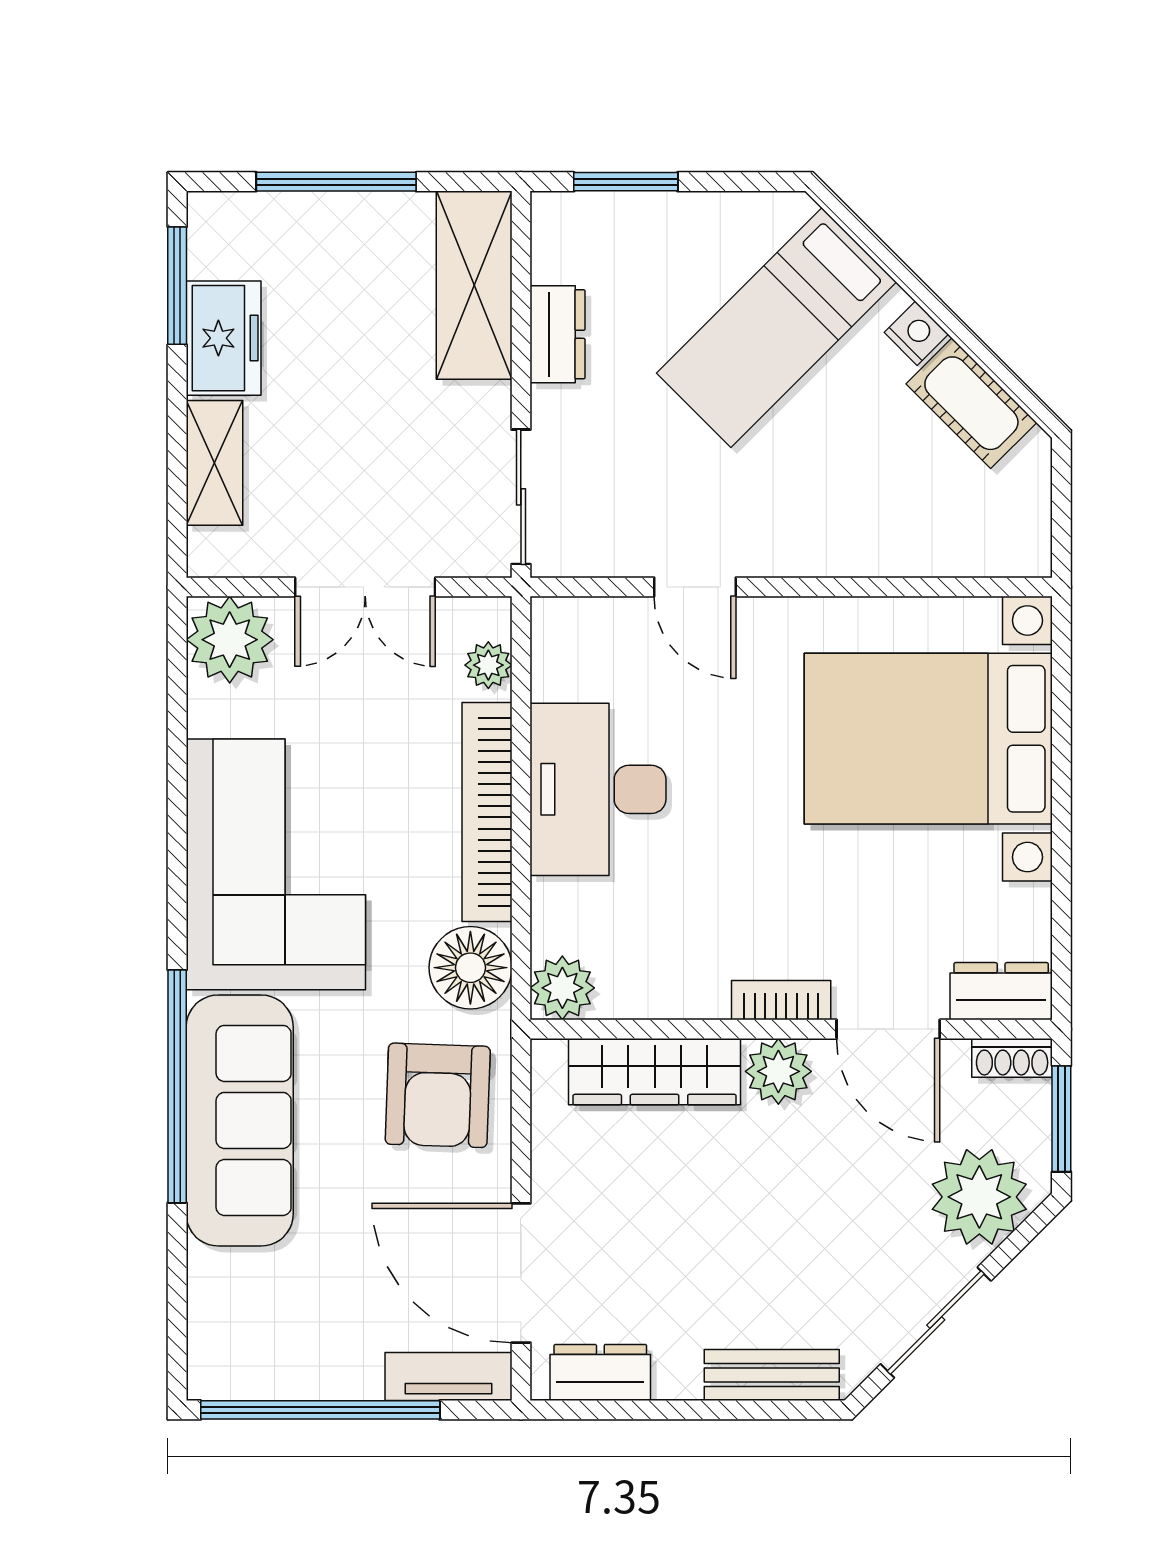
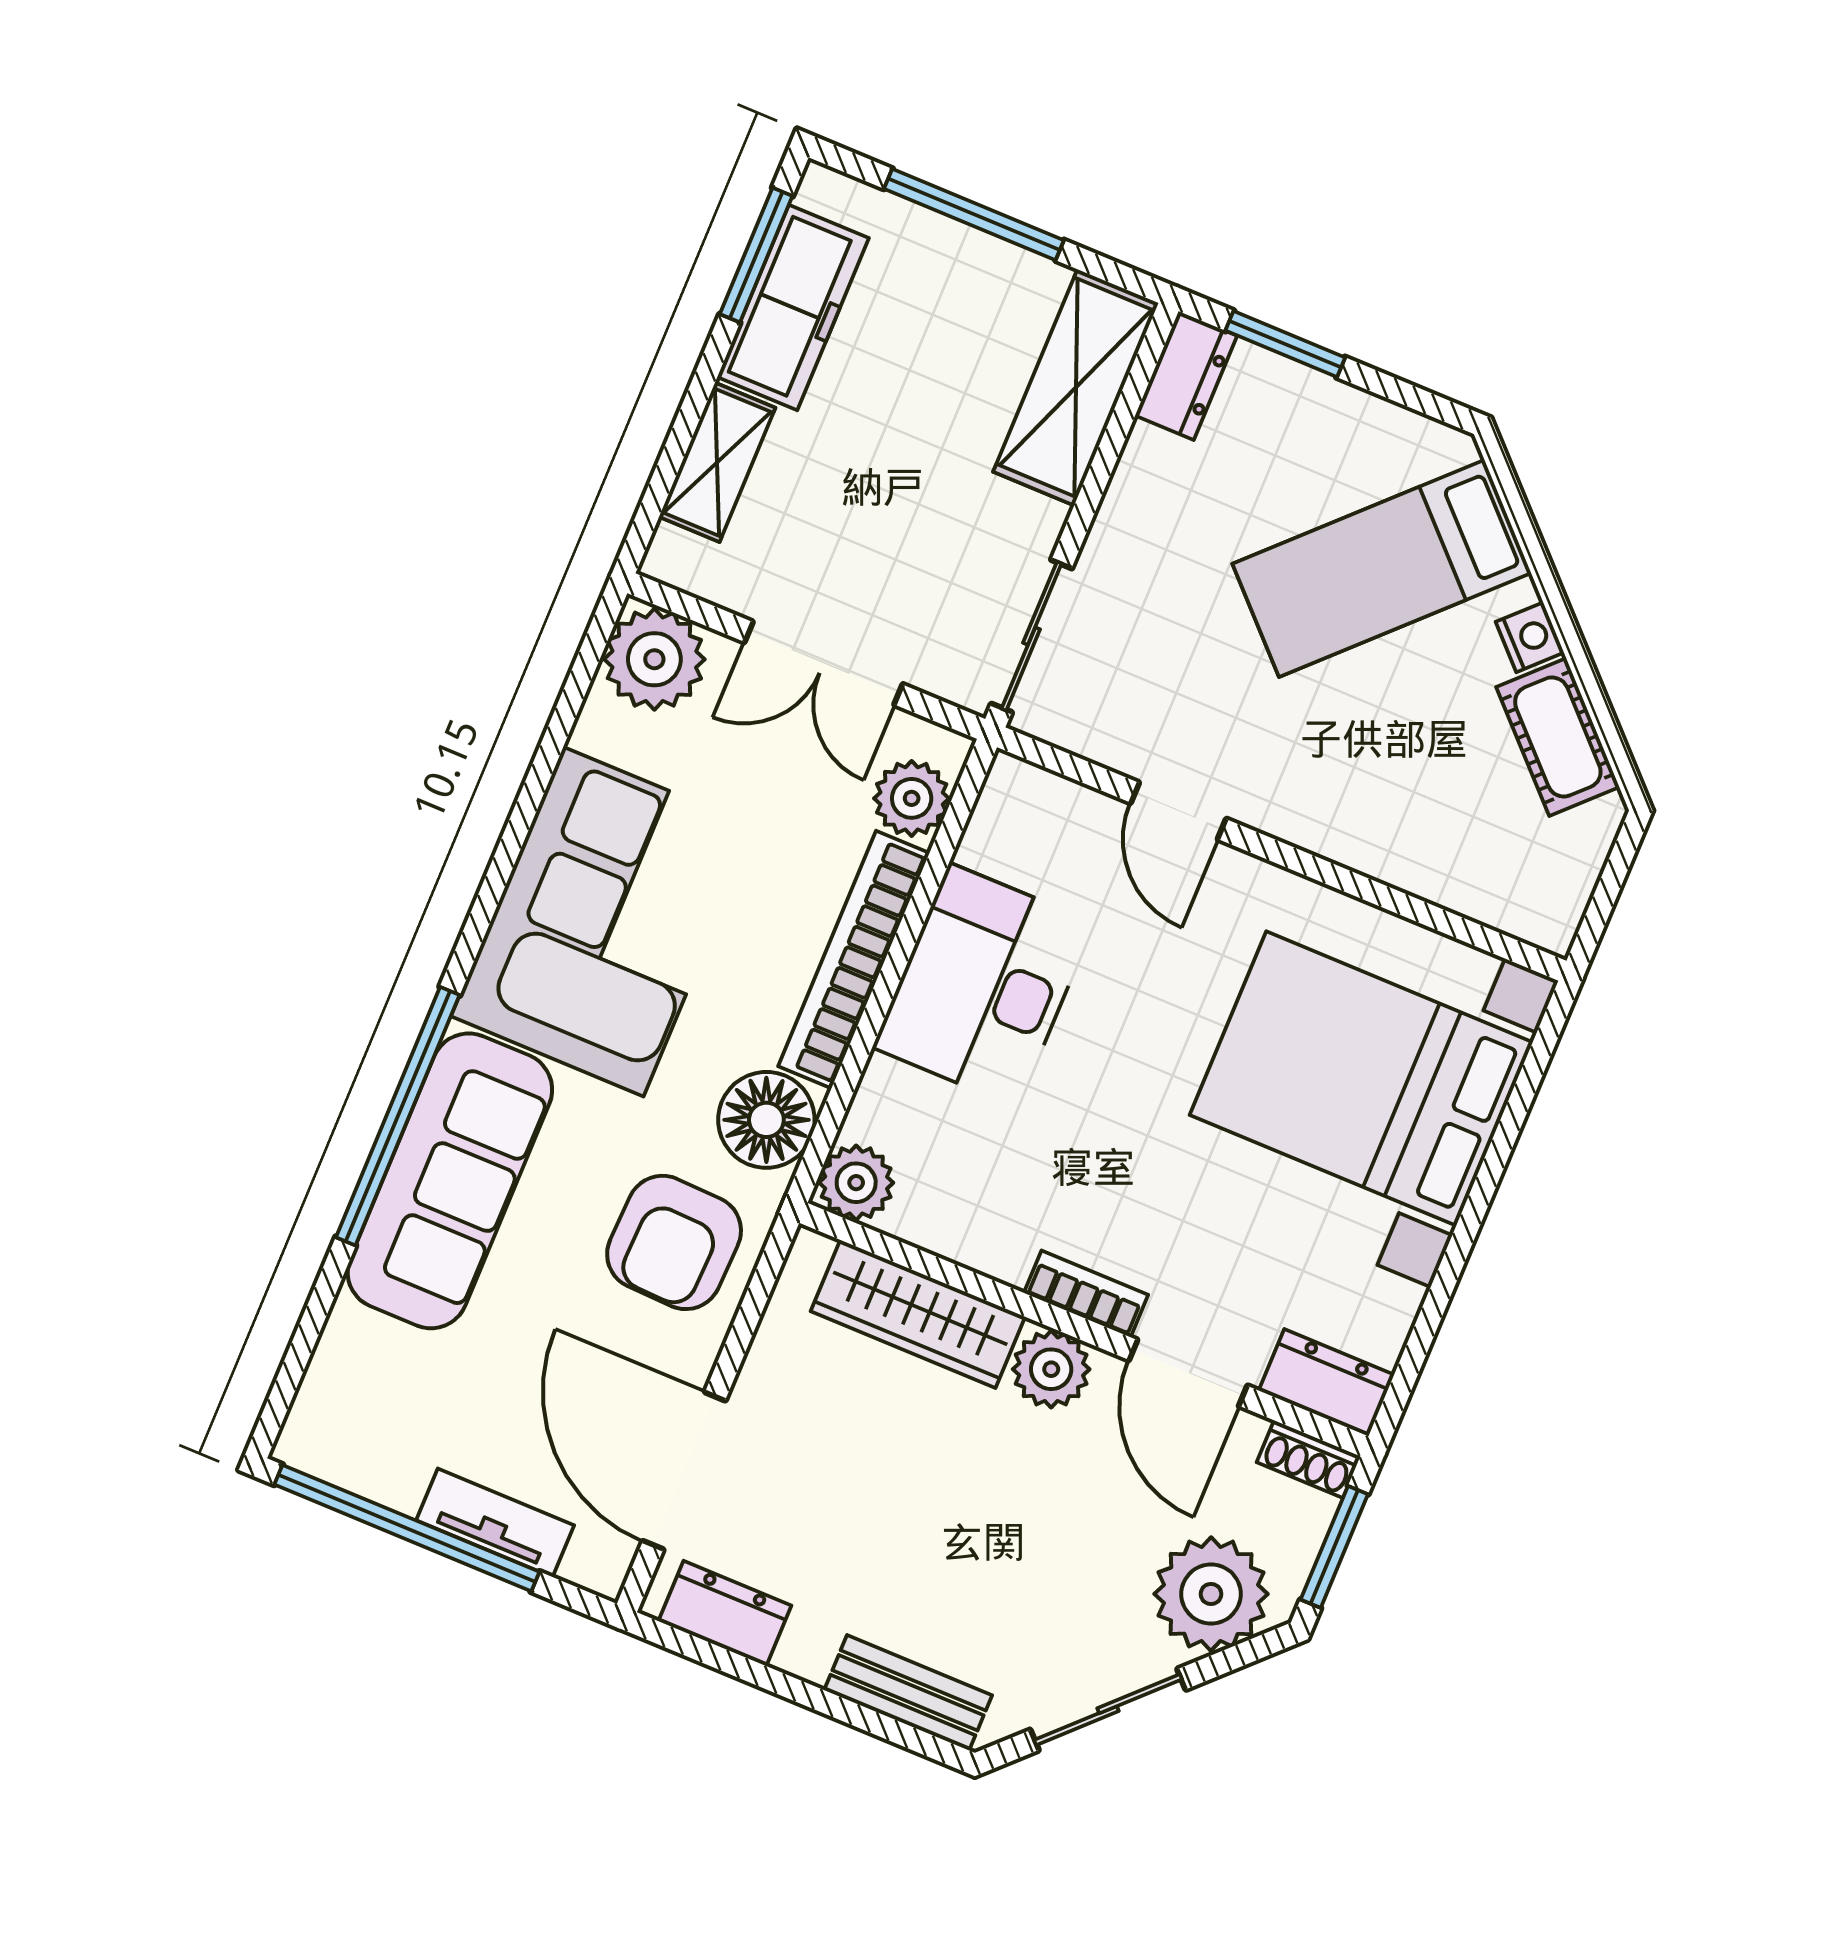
dresser: (558, 334) -> (1186, 376), moved
freezer: (224, 338) -> (793, 308), width x1.40
plant: (488, 665) -> (912, 798), width x1.38, depth x1.38
tv unit: (448, 1377) -> (495, 1523), moved

